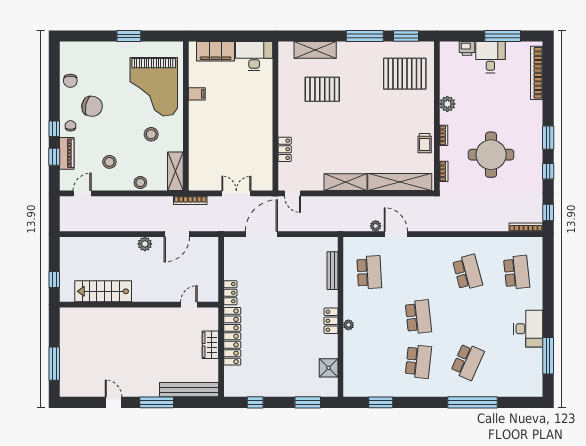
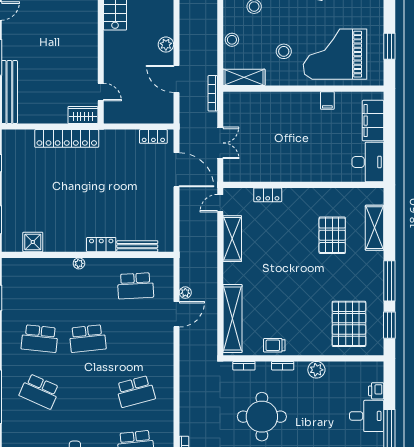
window: (129, 36) -> (389, 46), moved
shelving: (346, 182) -> (232, 239), moved
locker: (230, 293) -> (153, 136), moved
locker: (331, 321) -> (101, 245), moved
wardrobe: (210, 345) -> (83, 115), moved

